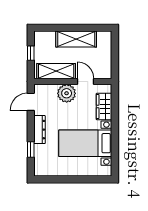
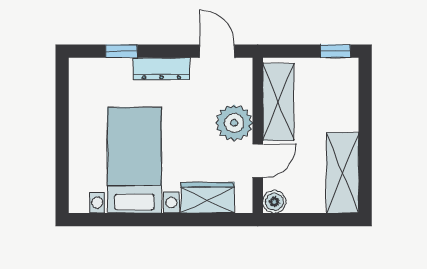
shelving: (76, 39) -> (343, 173), moved
window: (31, 53) -> (335, 51), moved
boiler: (106, 73) -> (274, 202), added

